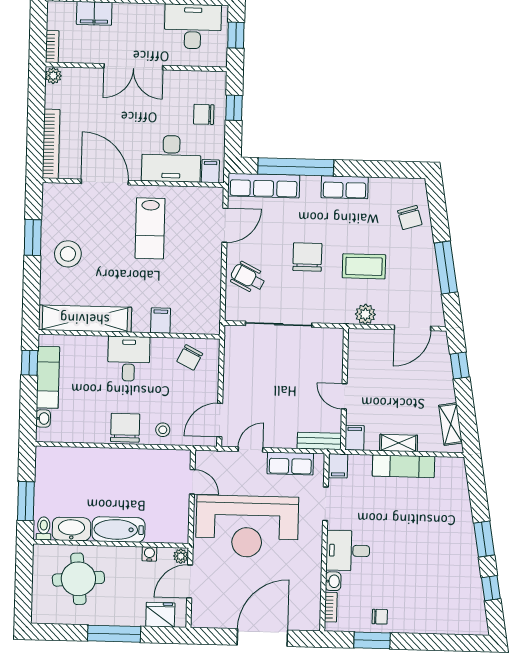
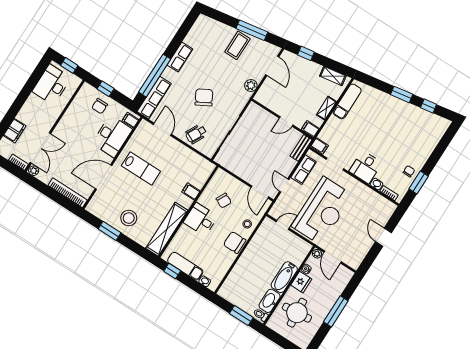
double door: (133, 67) -> (40, 148), moved
chair: (410, 218) -> (215, 33), removed
chair: (307, 257) -> (204, 97), turned 61
coffee table: (364, 266) -> (237, 45), moved
chair: (190, 357) -> (224, 201), moved
exam couch: (404, 466) -> (347, 101), moved
fridge: (160, 615) -> (301, 282), moved, turned 180
door: (262, 638) -> (383, 237), width x0.53

